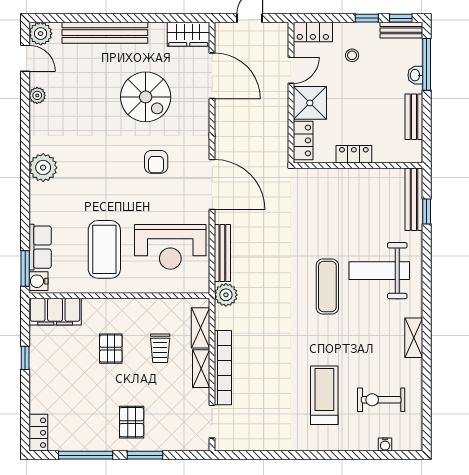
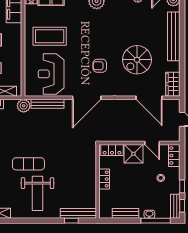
door: (212, 76) -> (149, 98), hinge flipped
weight bench: (379, 271) -> (37, 193), turned 180

